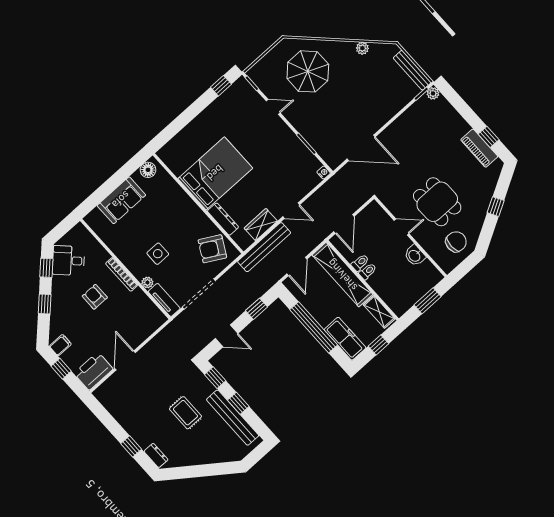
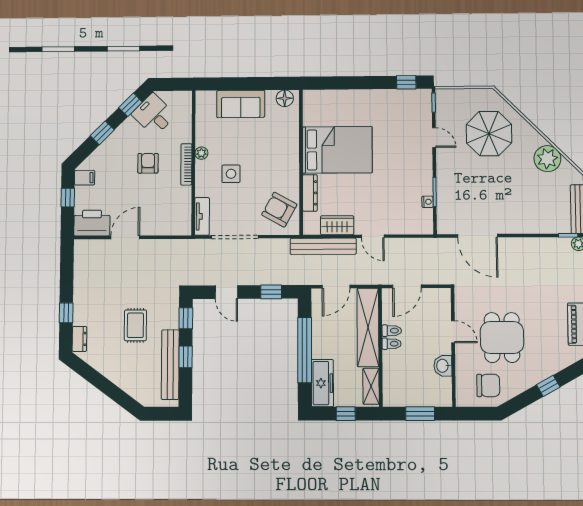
plant: (362, 48) -> (547, 159), width x1.88, depth x1.88
nightstand: (324, 173) -> (428, 202), moved
plant: (147, 282) -> (201, 153), moved

